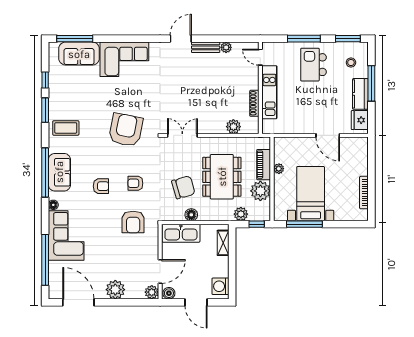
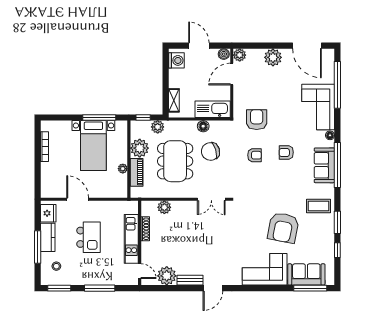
plant: (226, 47) -> (167, 276), width x1.87, depth x1.87
kitchen island: (313, 65) -> (89, 237), moved
armchair: (126, 130) -> (283, 228), moved

